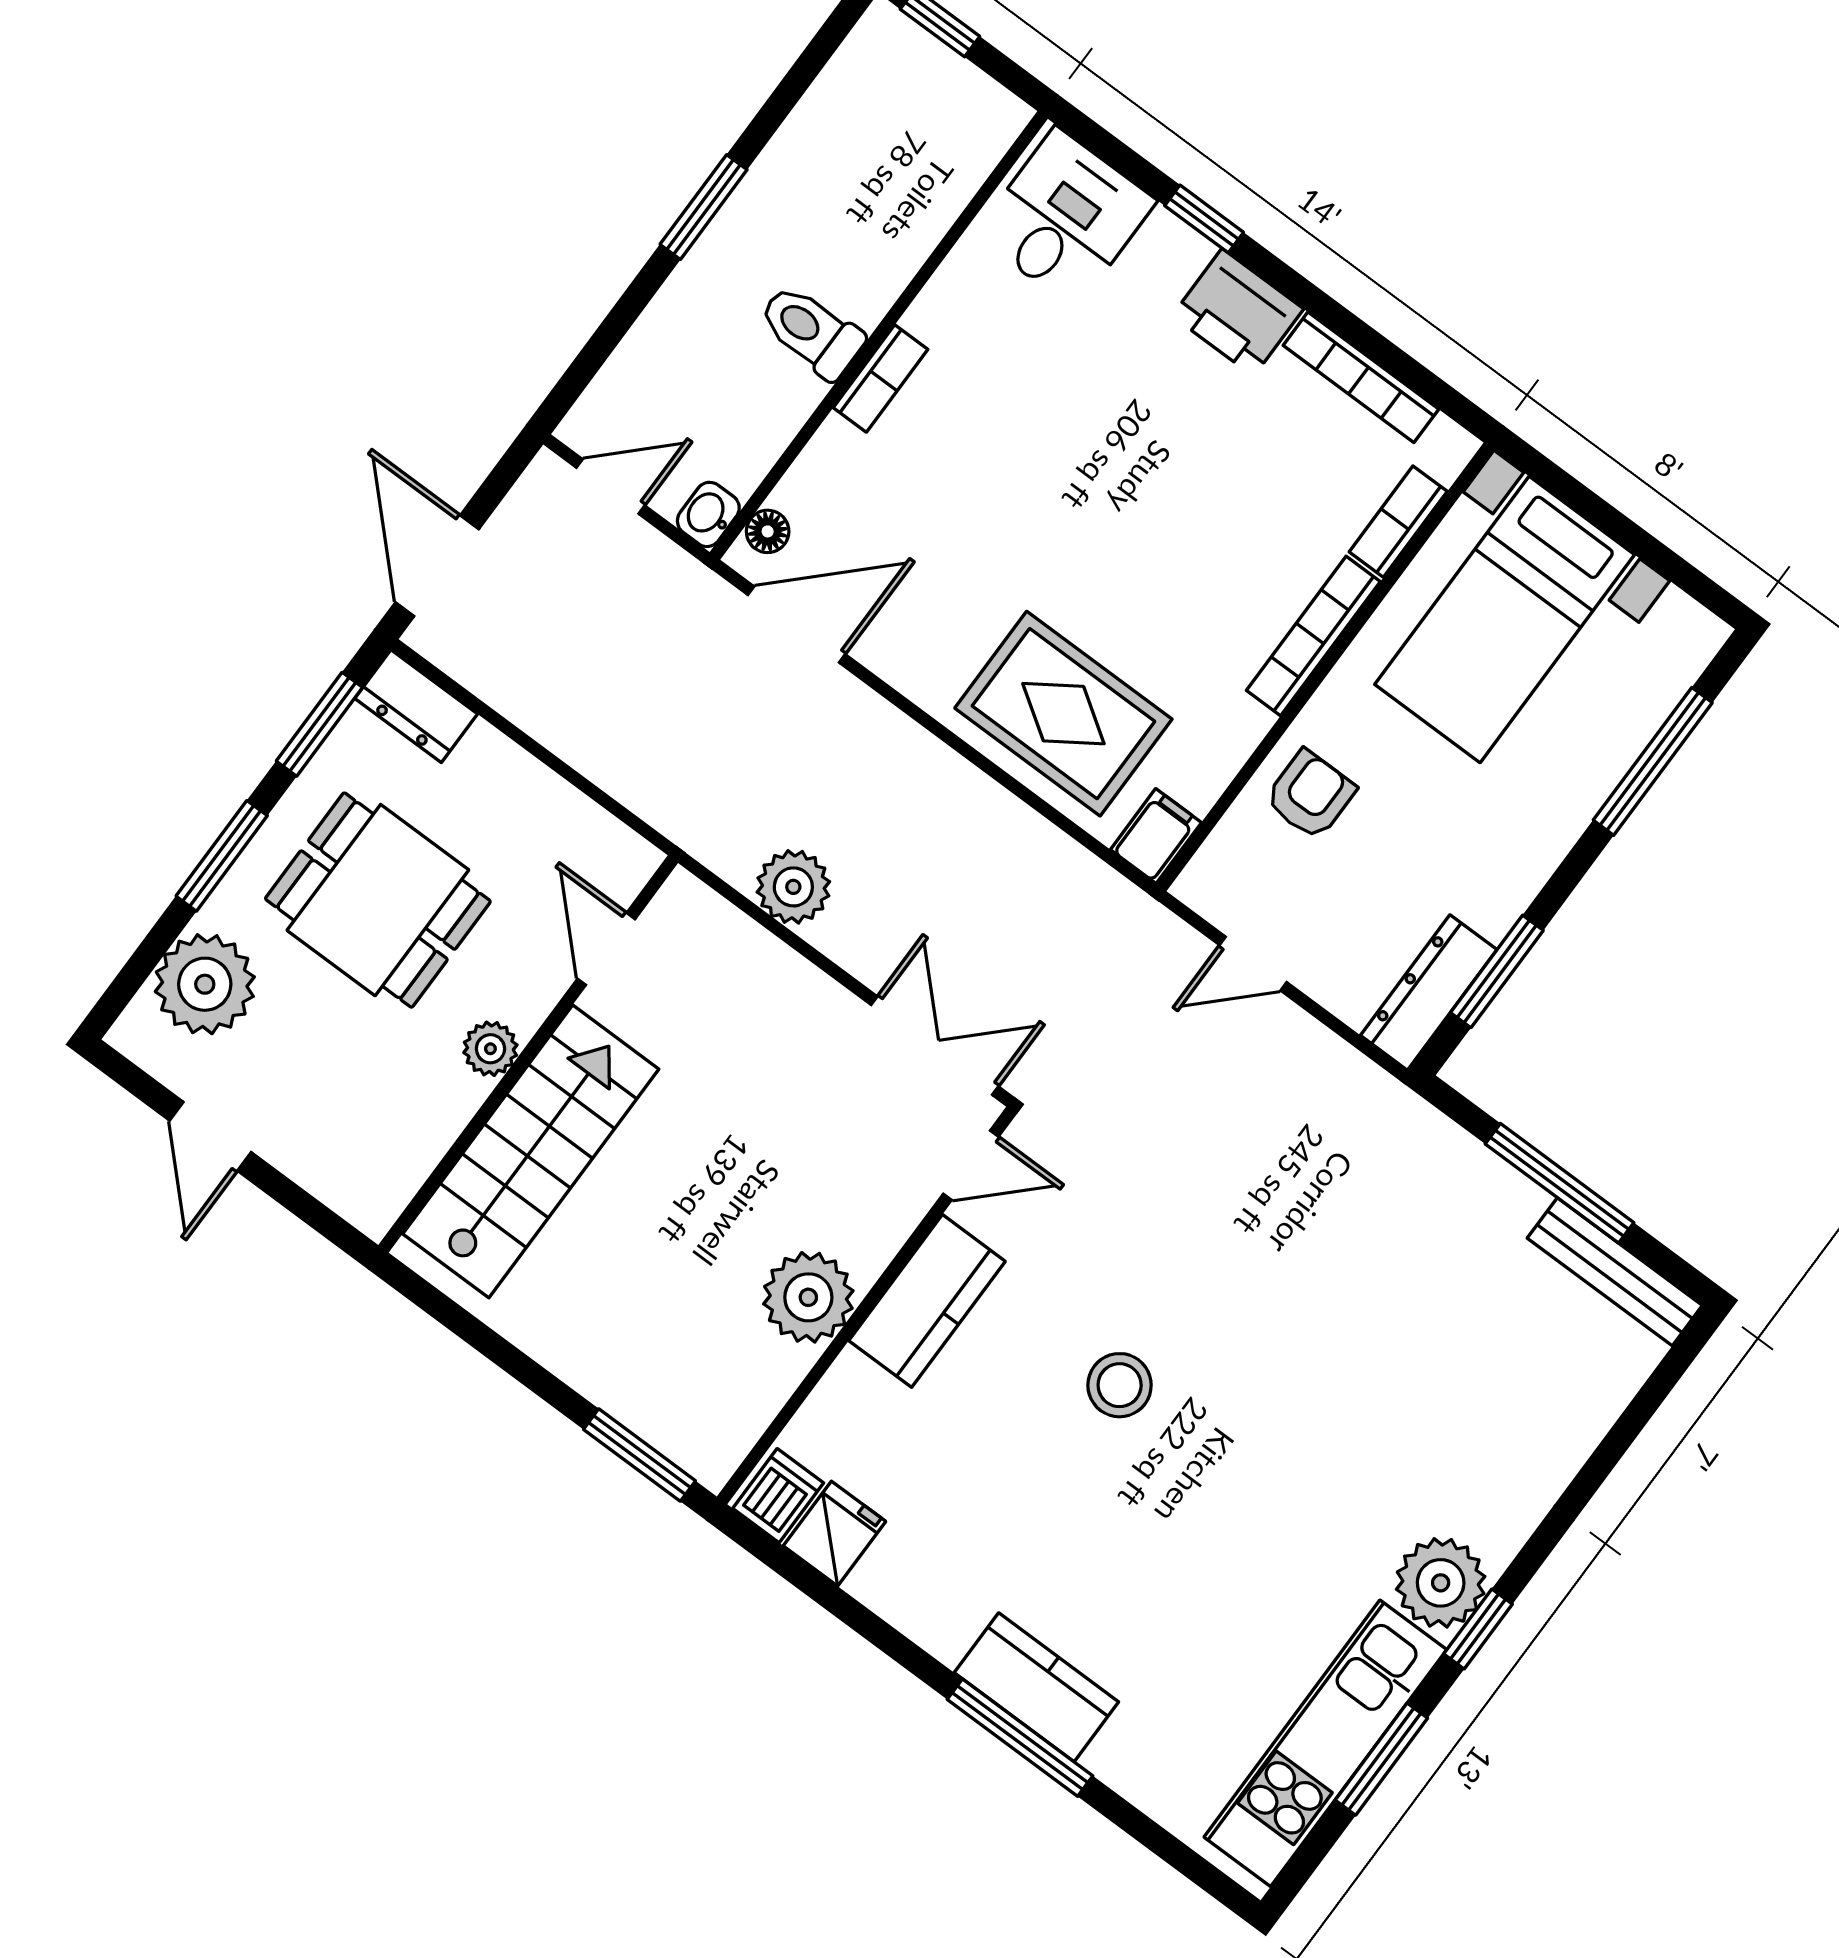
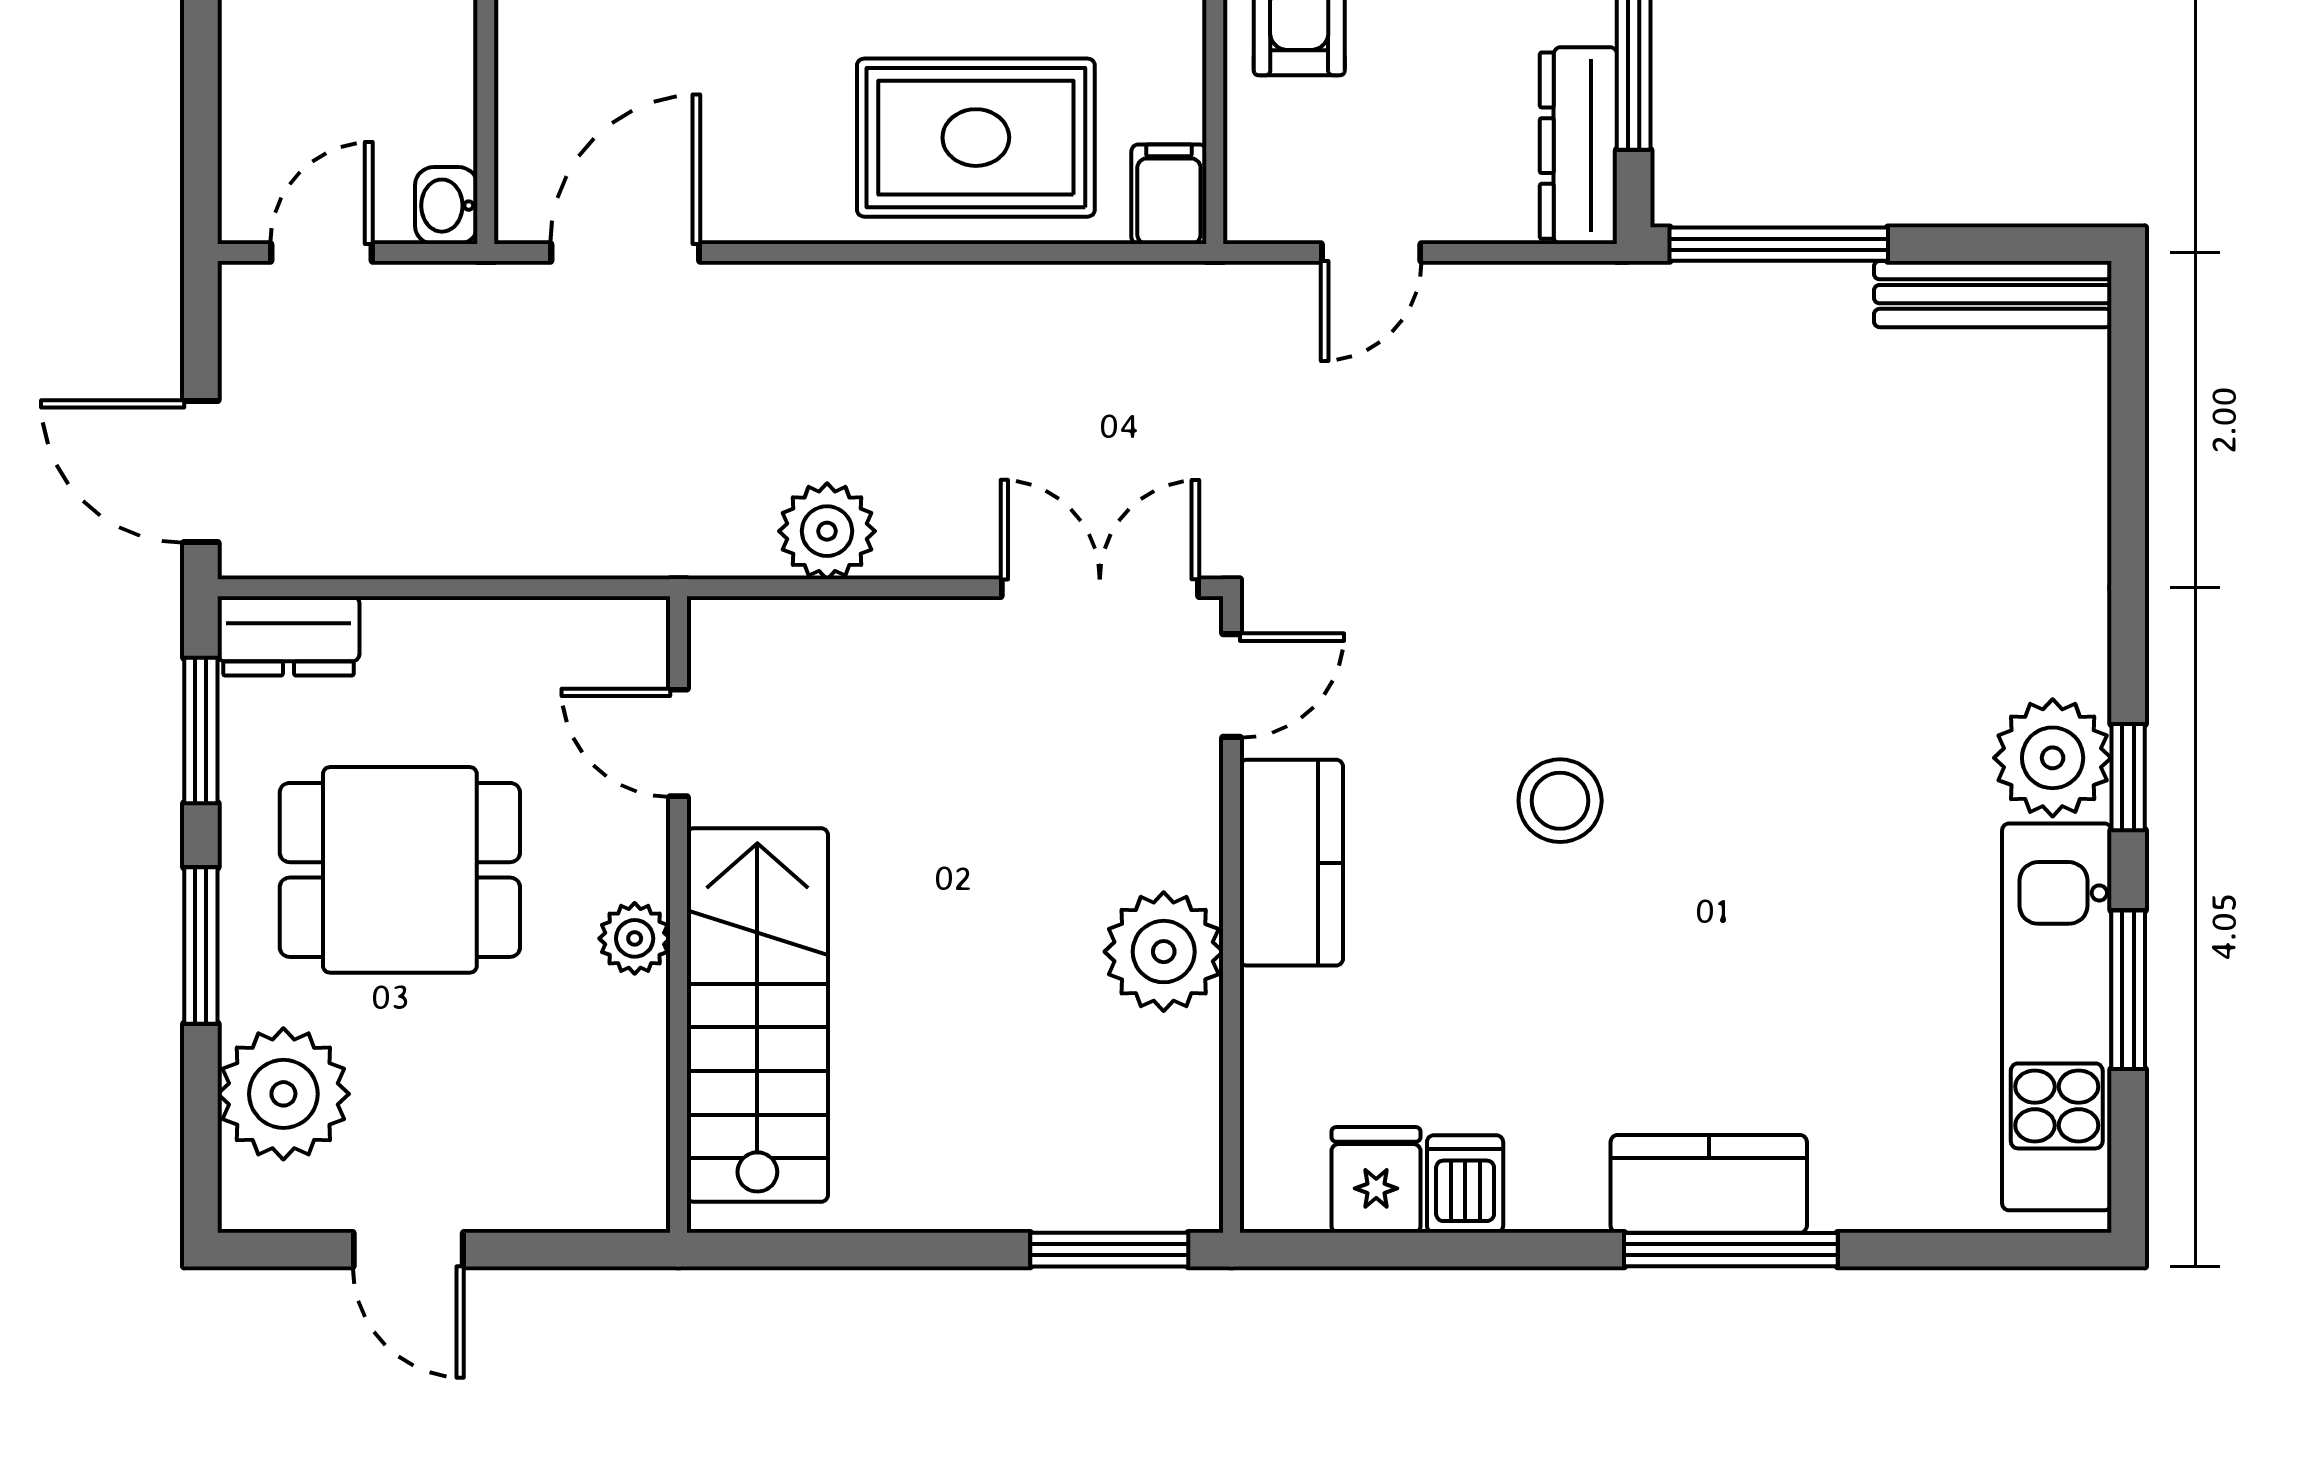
floor lamp: (768, 531) -> (522, 177), removed
window: (1560, 1183) -> (1779, 244), moved
dishwasher: (778, 1496) -> (1465, 1184), moved

